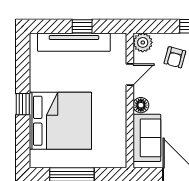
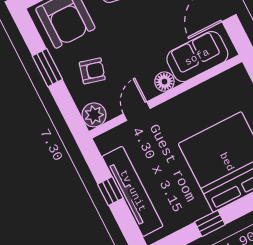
door: (130, 74) -> (137, 111), hinge flipped
window: (23, 104) -> (210, 223), moved

